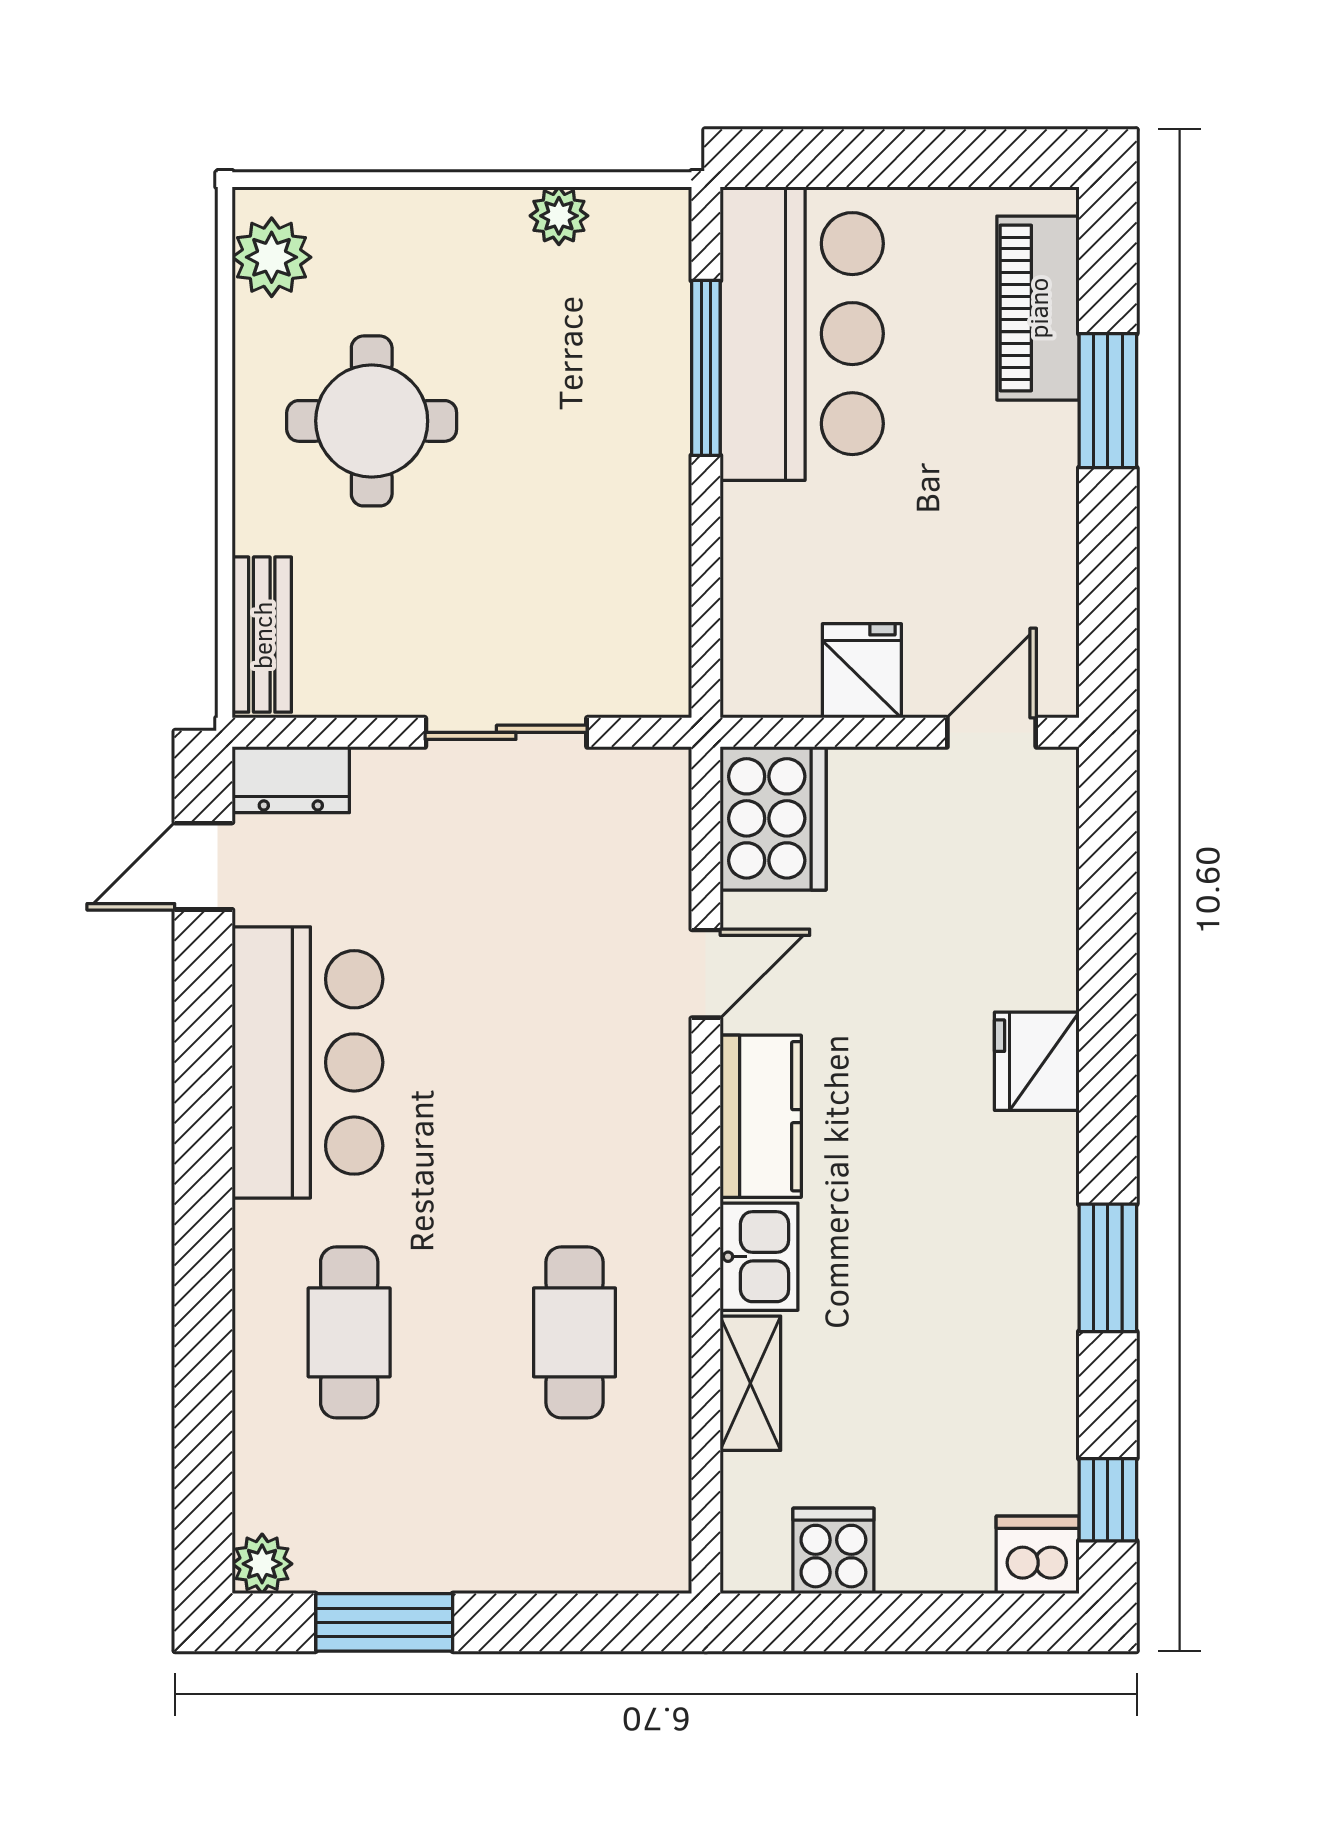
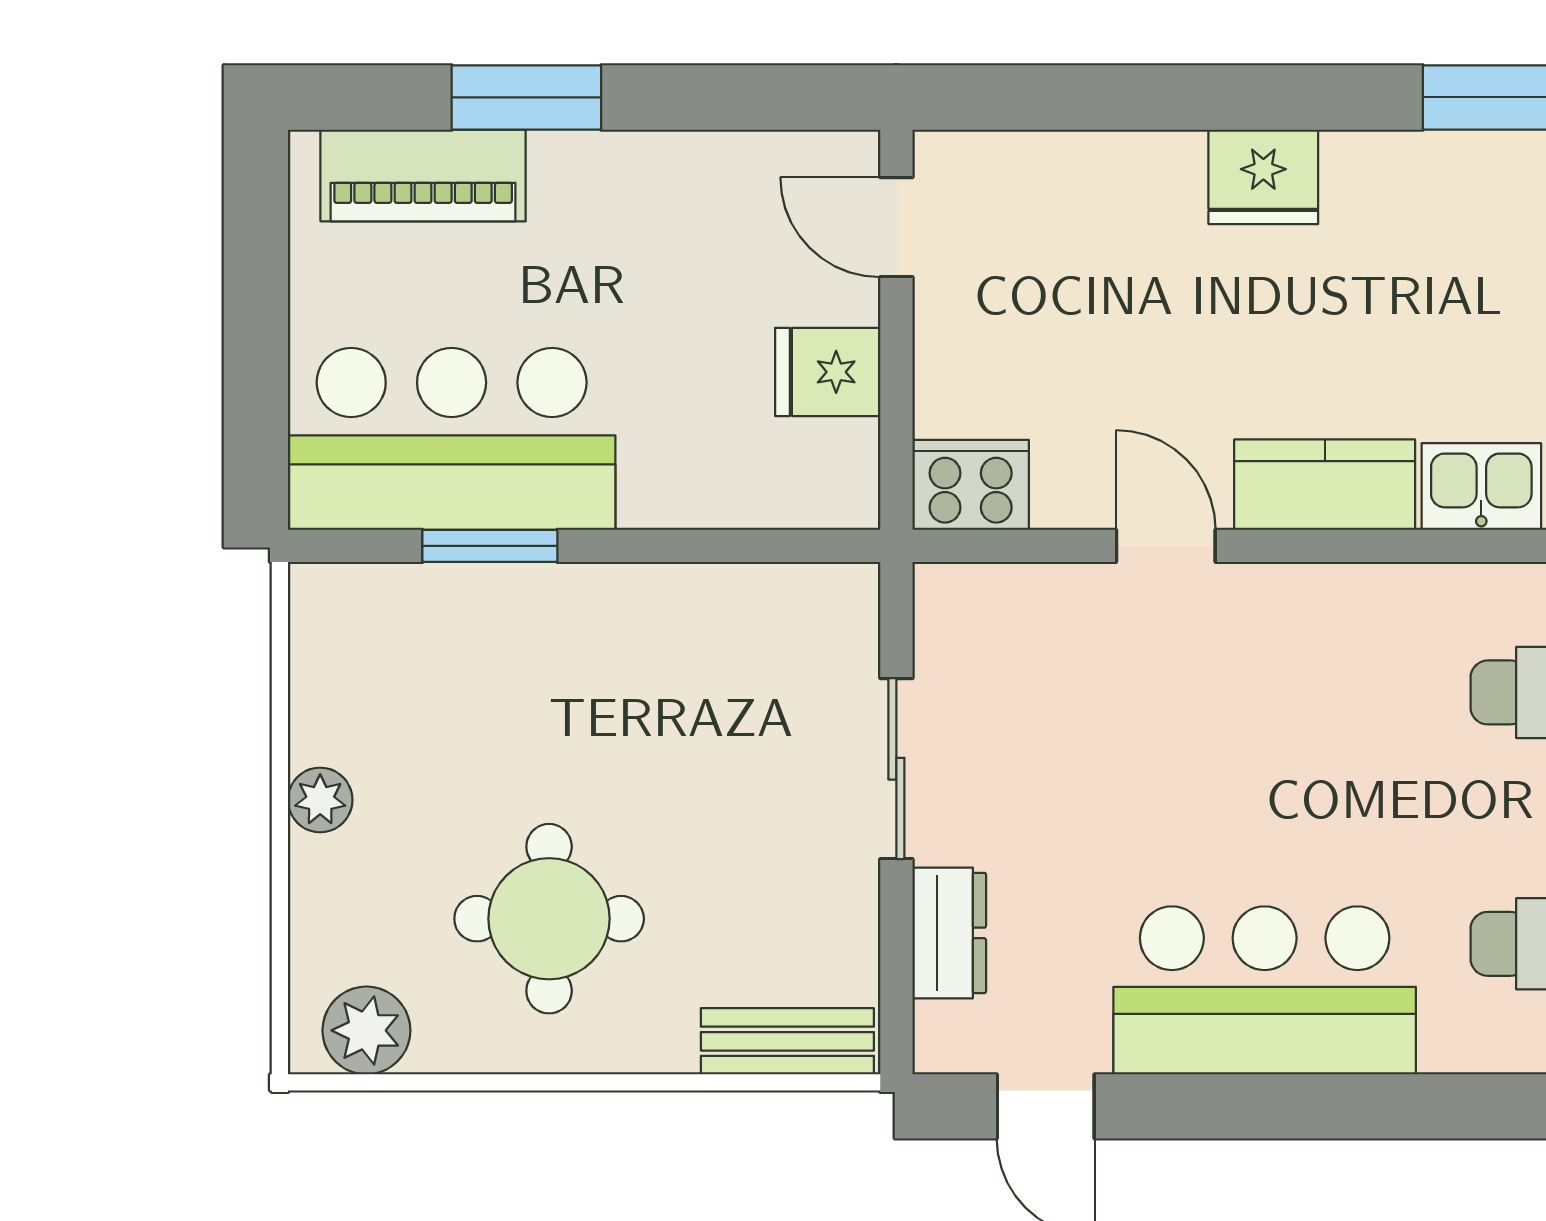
plant: (559, 216) -> (320, 800), moved
window: (706, 368) -> (490, 546), width x0.69
dresser: (291, 780) -> (949, 933), moved
cooker: (773, 818) -> (971, 485), width x0.73, depth x0.76

